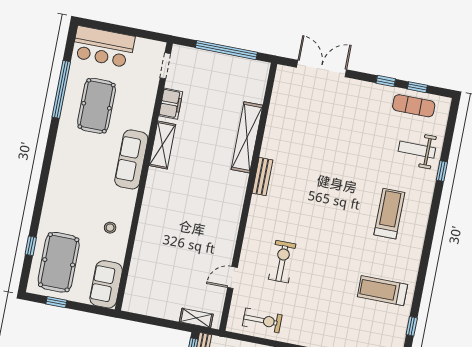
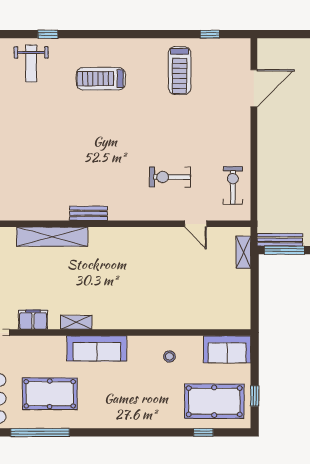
shelving: (162, 145) -> (76, 322), width x0.67, depth x0.75

